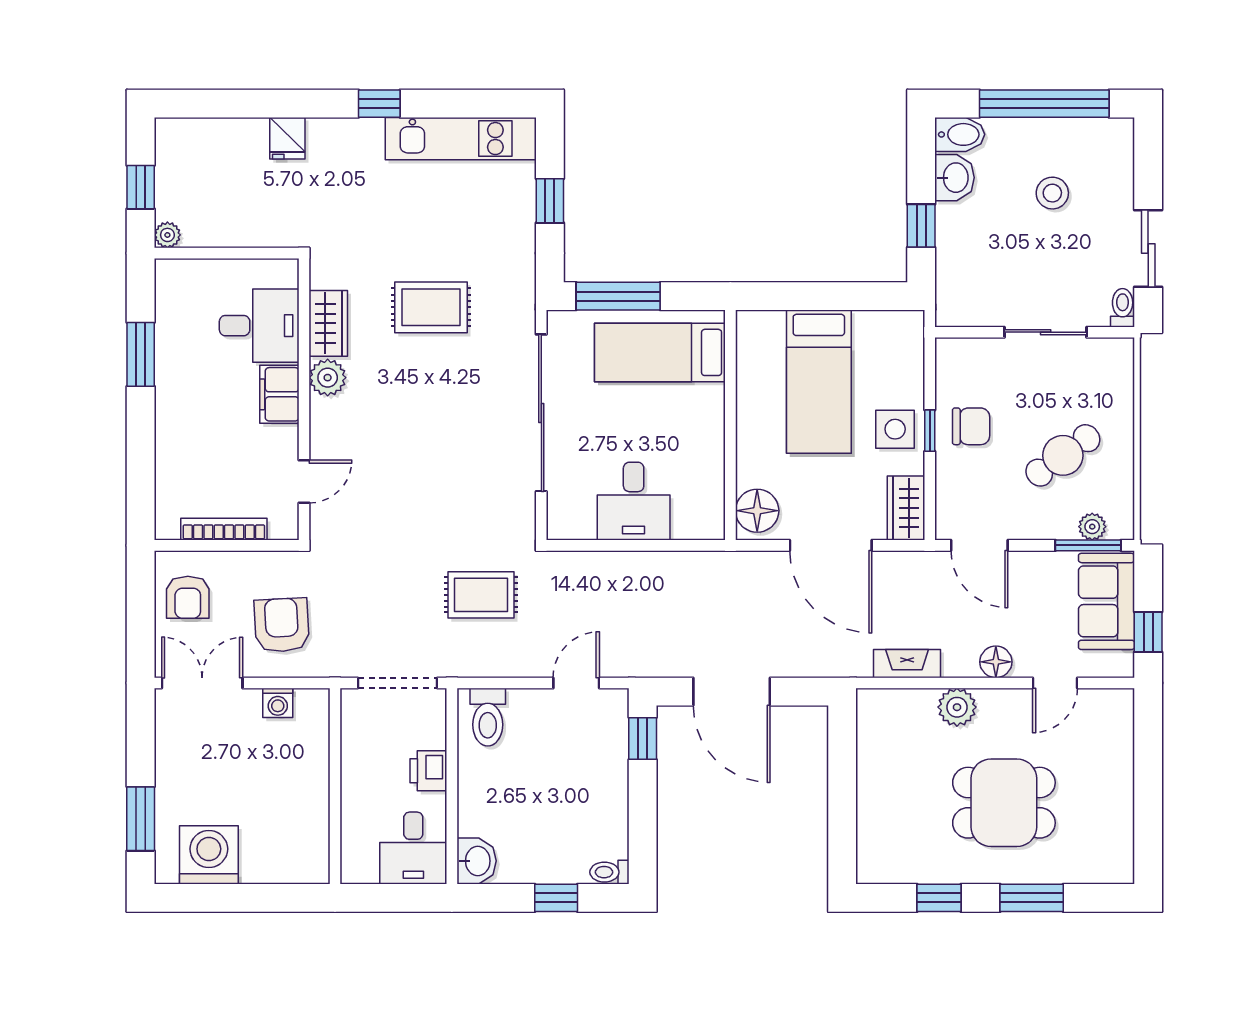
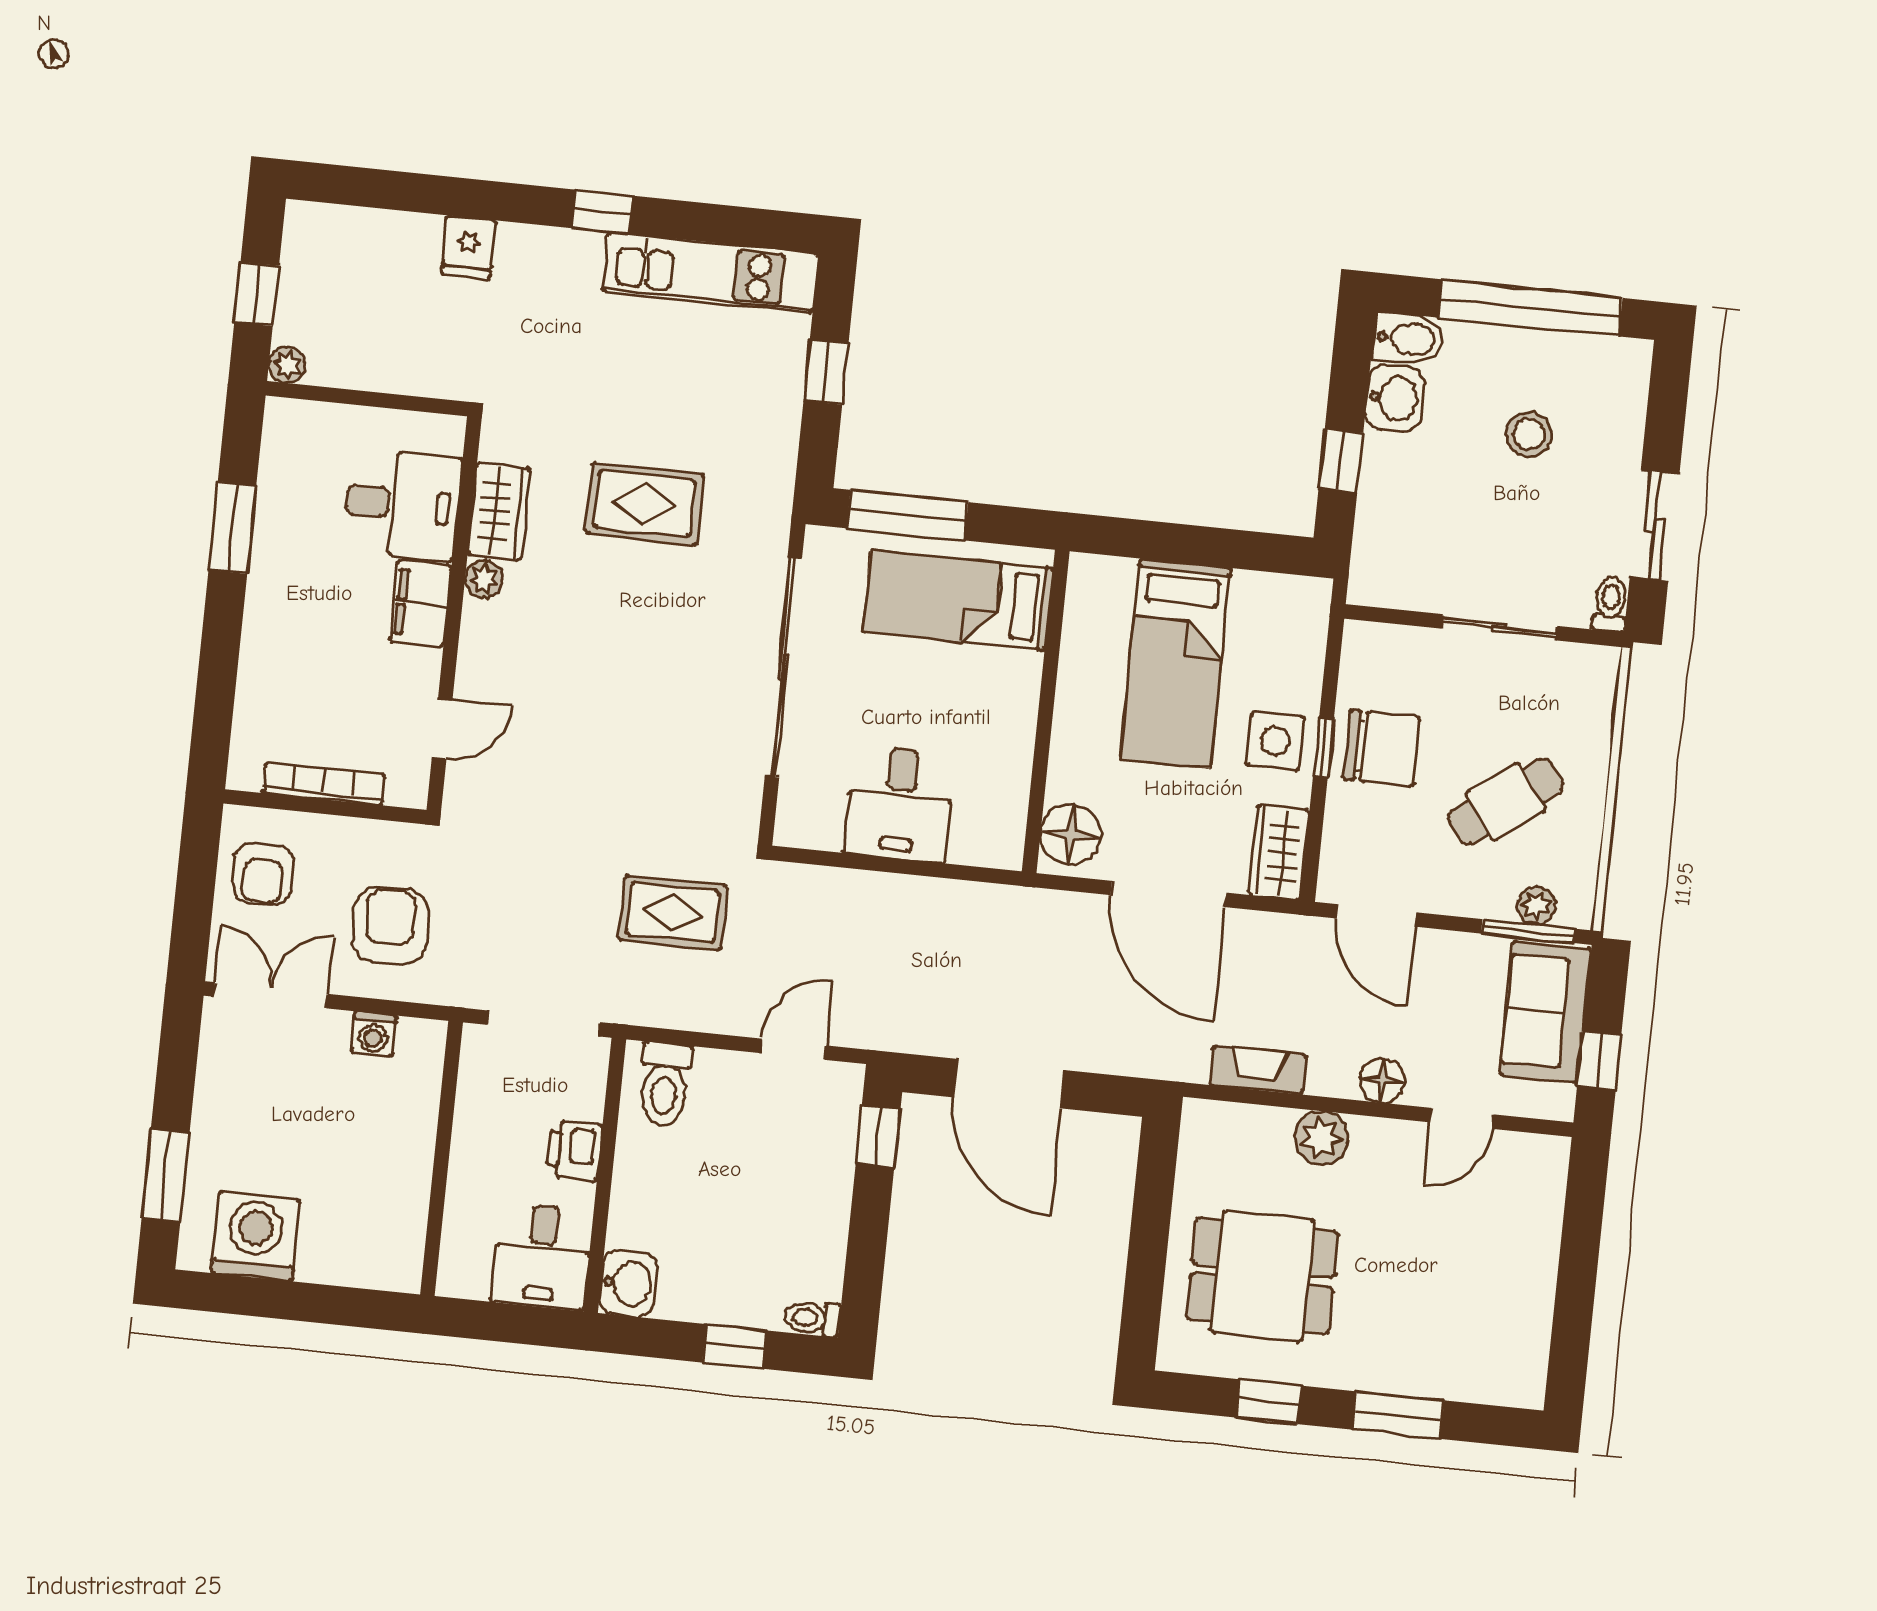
plant: (328, 378) -> (484, 579), width x0.73, depth x0.73
chair: (971, 426) -> (1382, 748), width x1.37, depth x1.37
dining table: (1004, 803) -> (1262, 1276), moved

